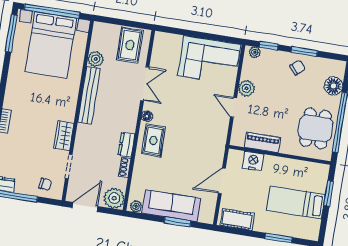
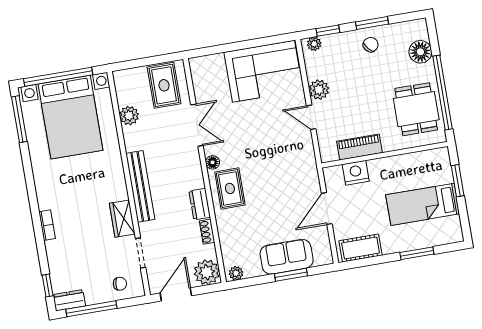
bench: (89, 96) -> (140, 186), moved
sofa: (171, 206) -> (287, 257), width x0.73

